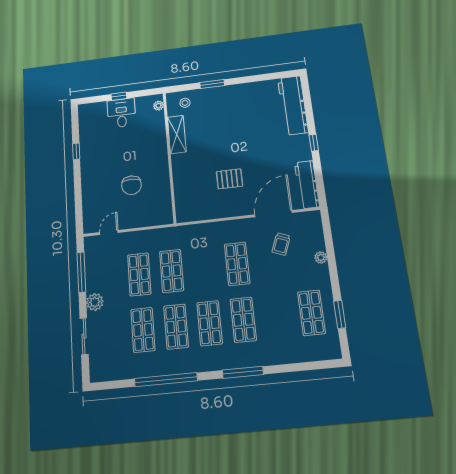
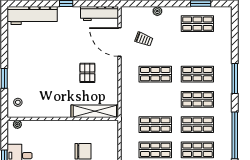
shelving: (177, 134) -> (95, 111), moved, width x1.47

